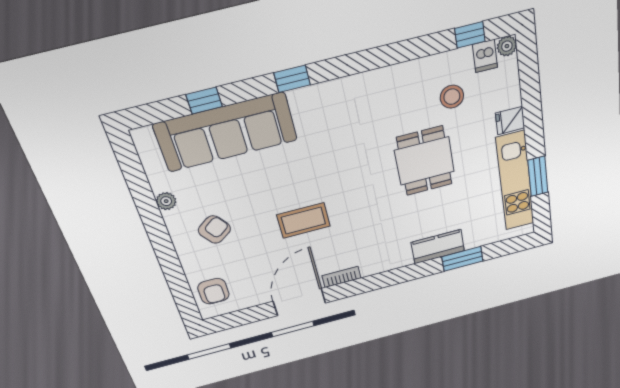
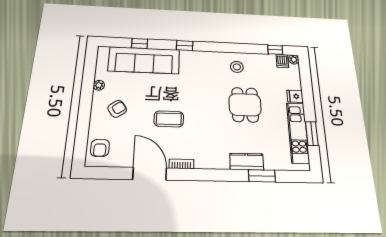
stool: (452, 97) -> (237, 67), moved
door: (299, 302) -> (150, 174), hinge flipped

